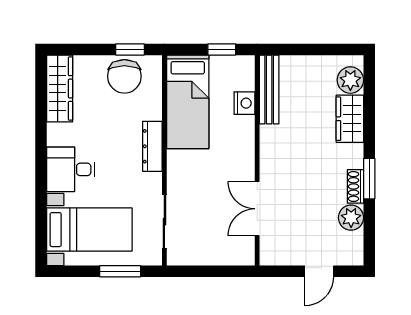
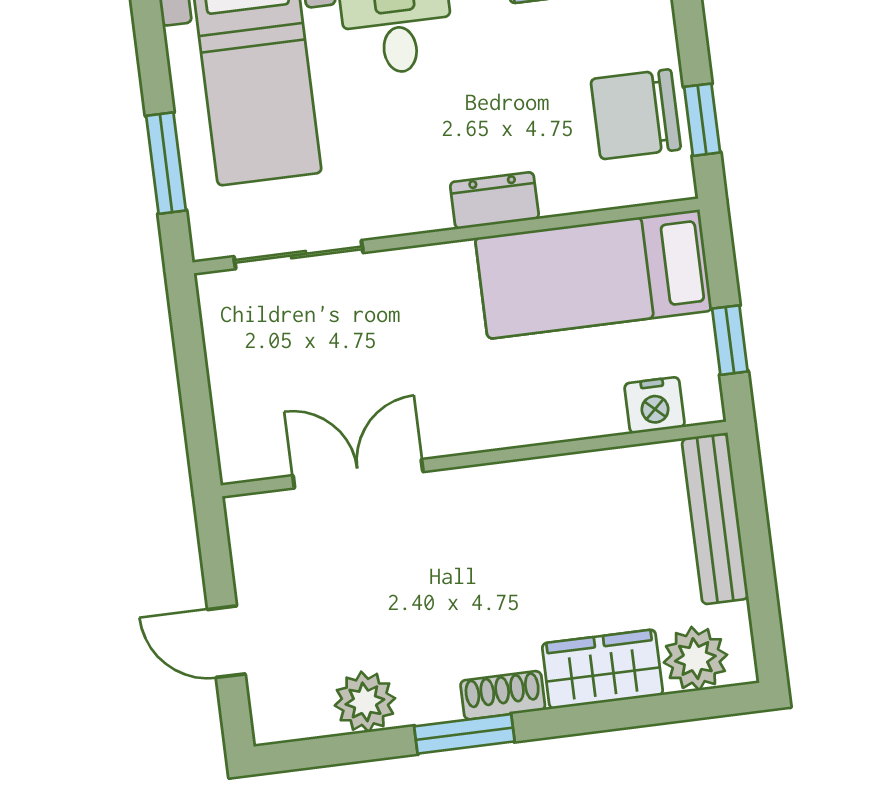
bench: (269, 90) -> (715, 519), moved, turned 90
nightstand: (245, 103) -> (655, 405), moved
dresser: (152, 146) -> (494, 200), width x0.70
shoe rack: (355, 186) -> (503, 695), moved

